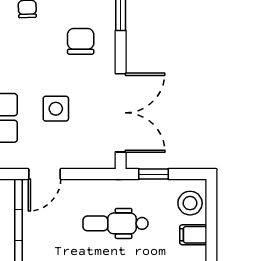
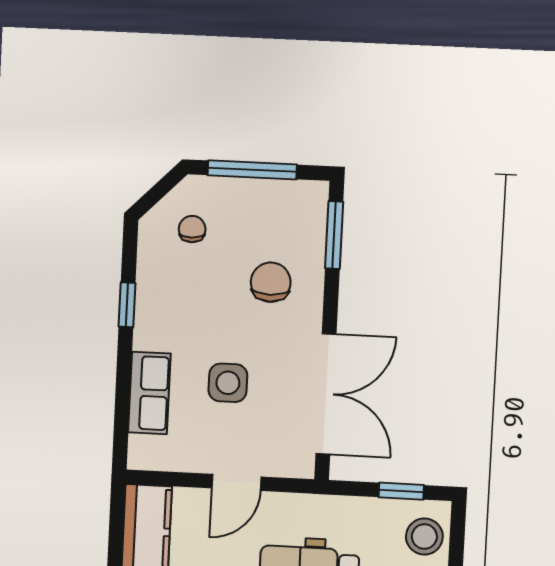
door: (44, 174) -> (236, 482), moved
window: (153, 174) -> (401, 491), moved

